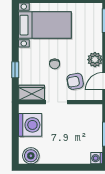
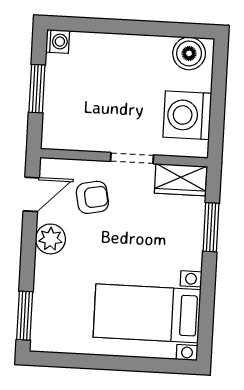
chair: (55, 64) -> (132, 235), removed
window: (15, 70) -> (211, 227), width x1.50

